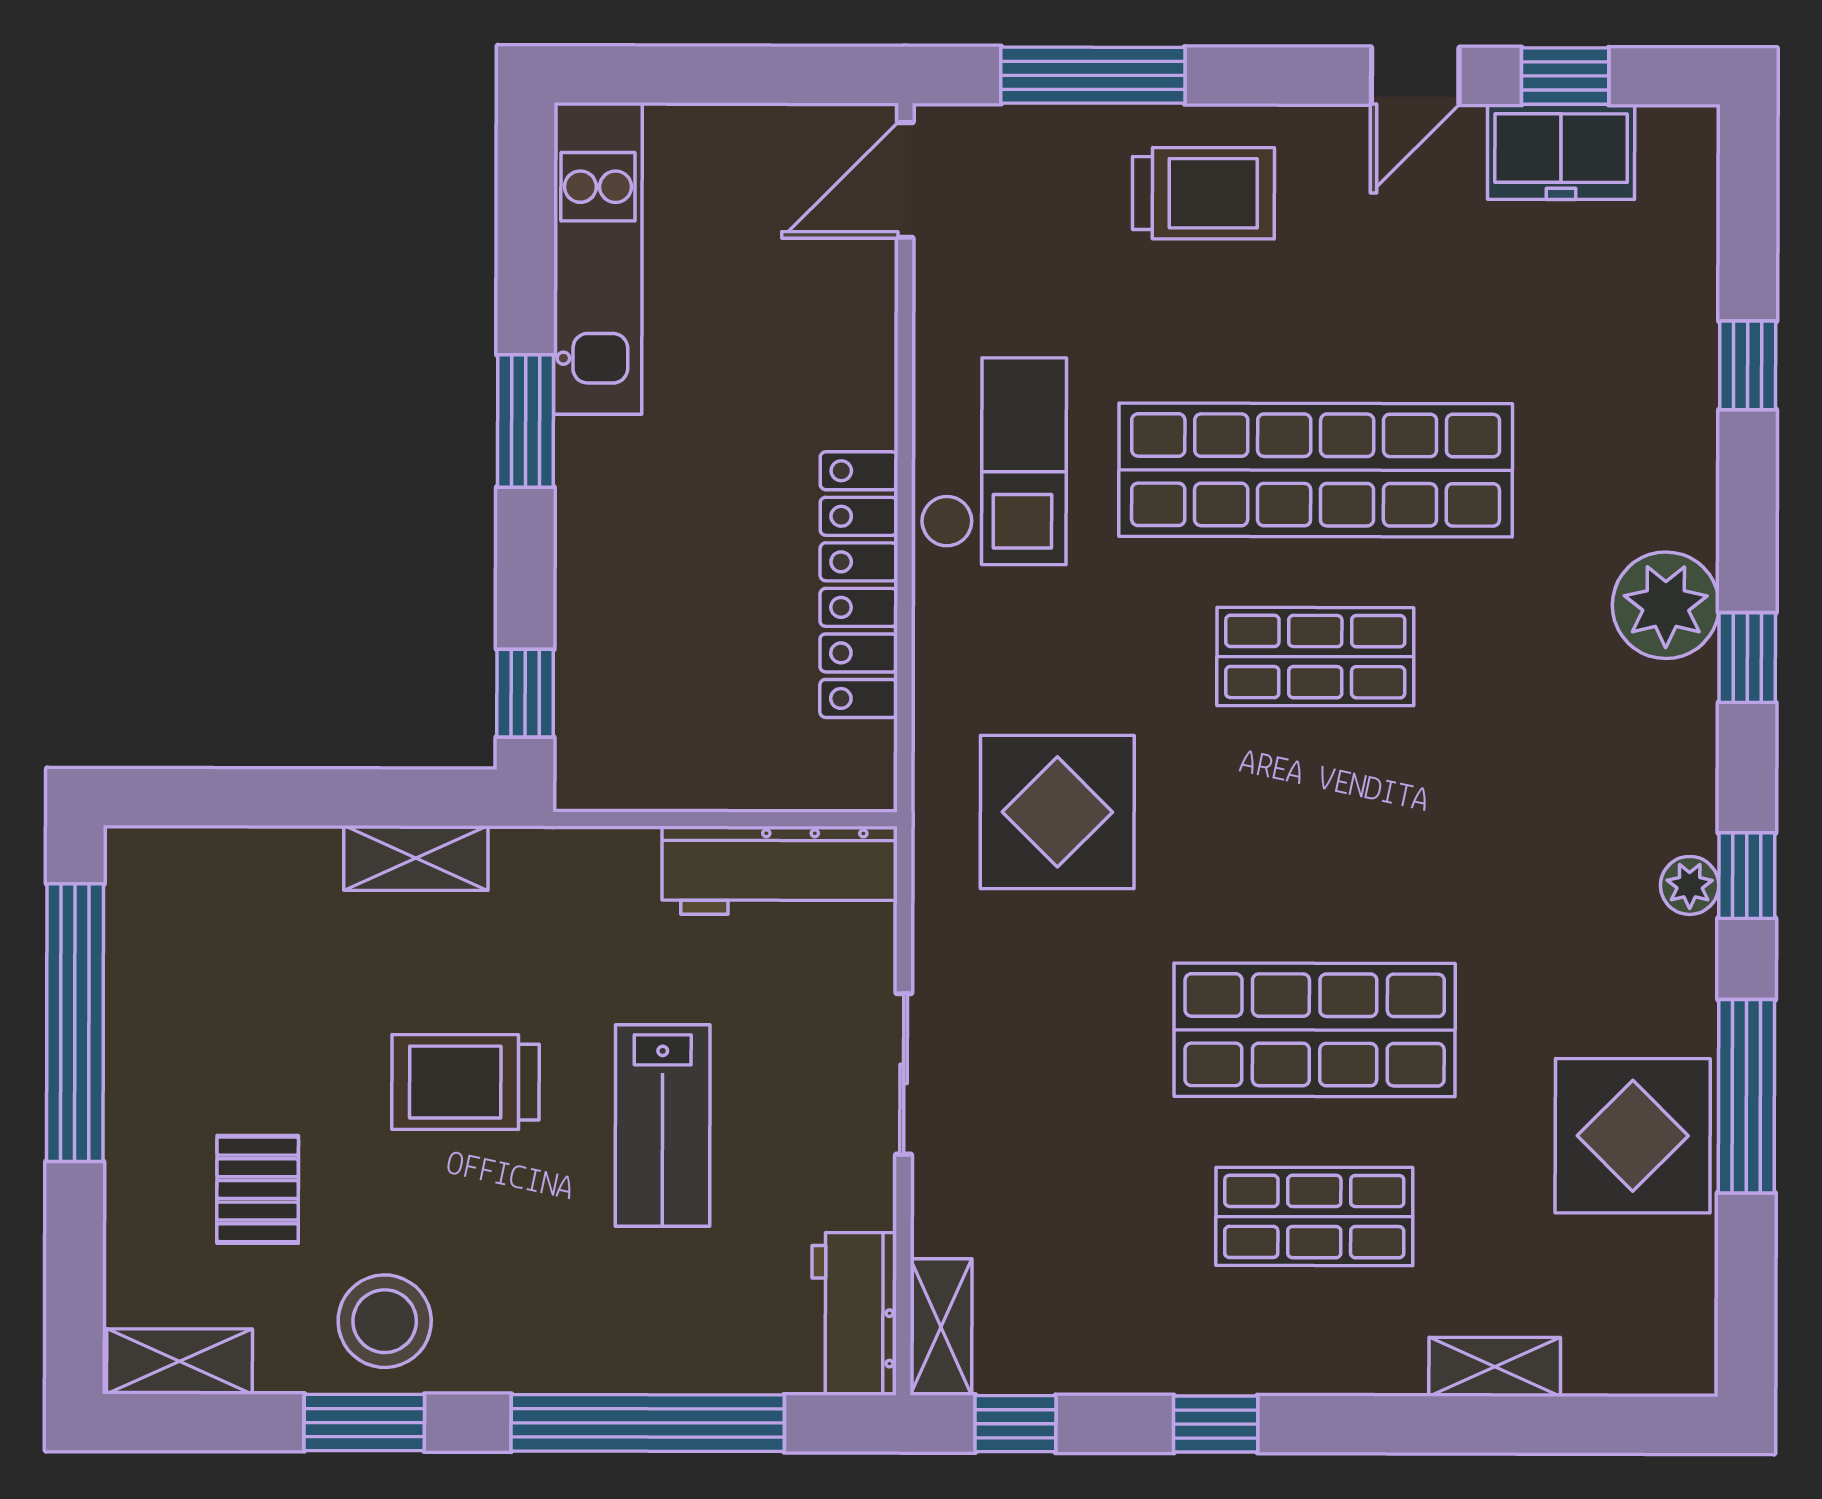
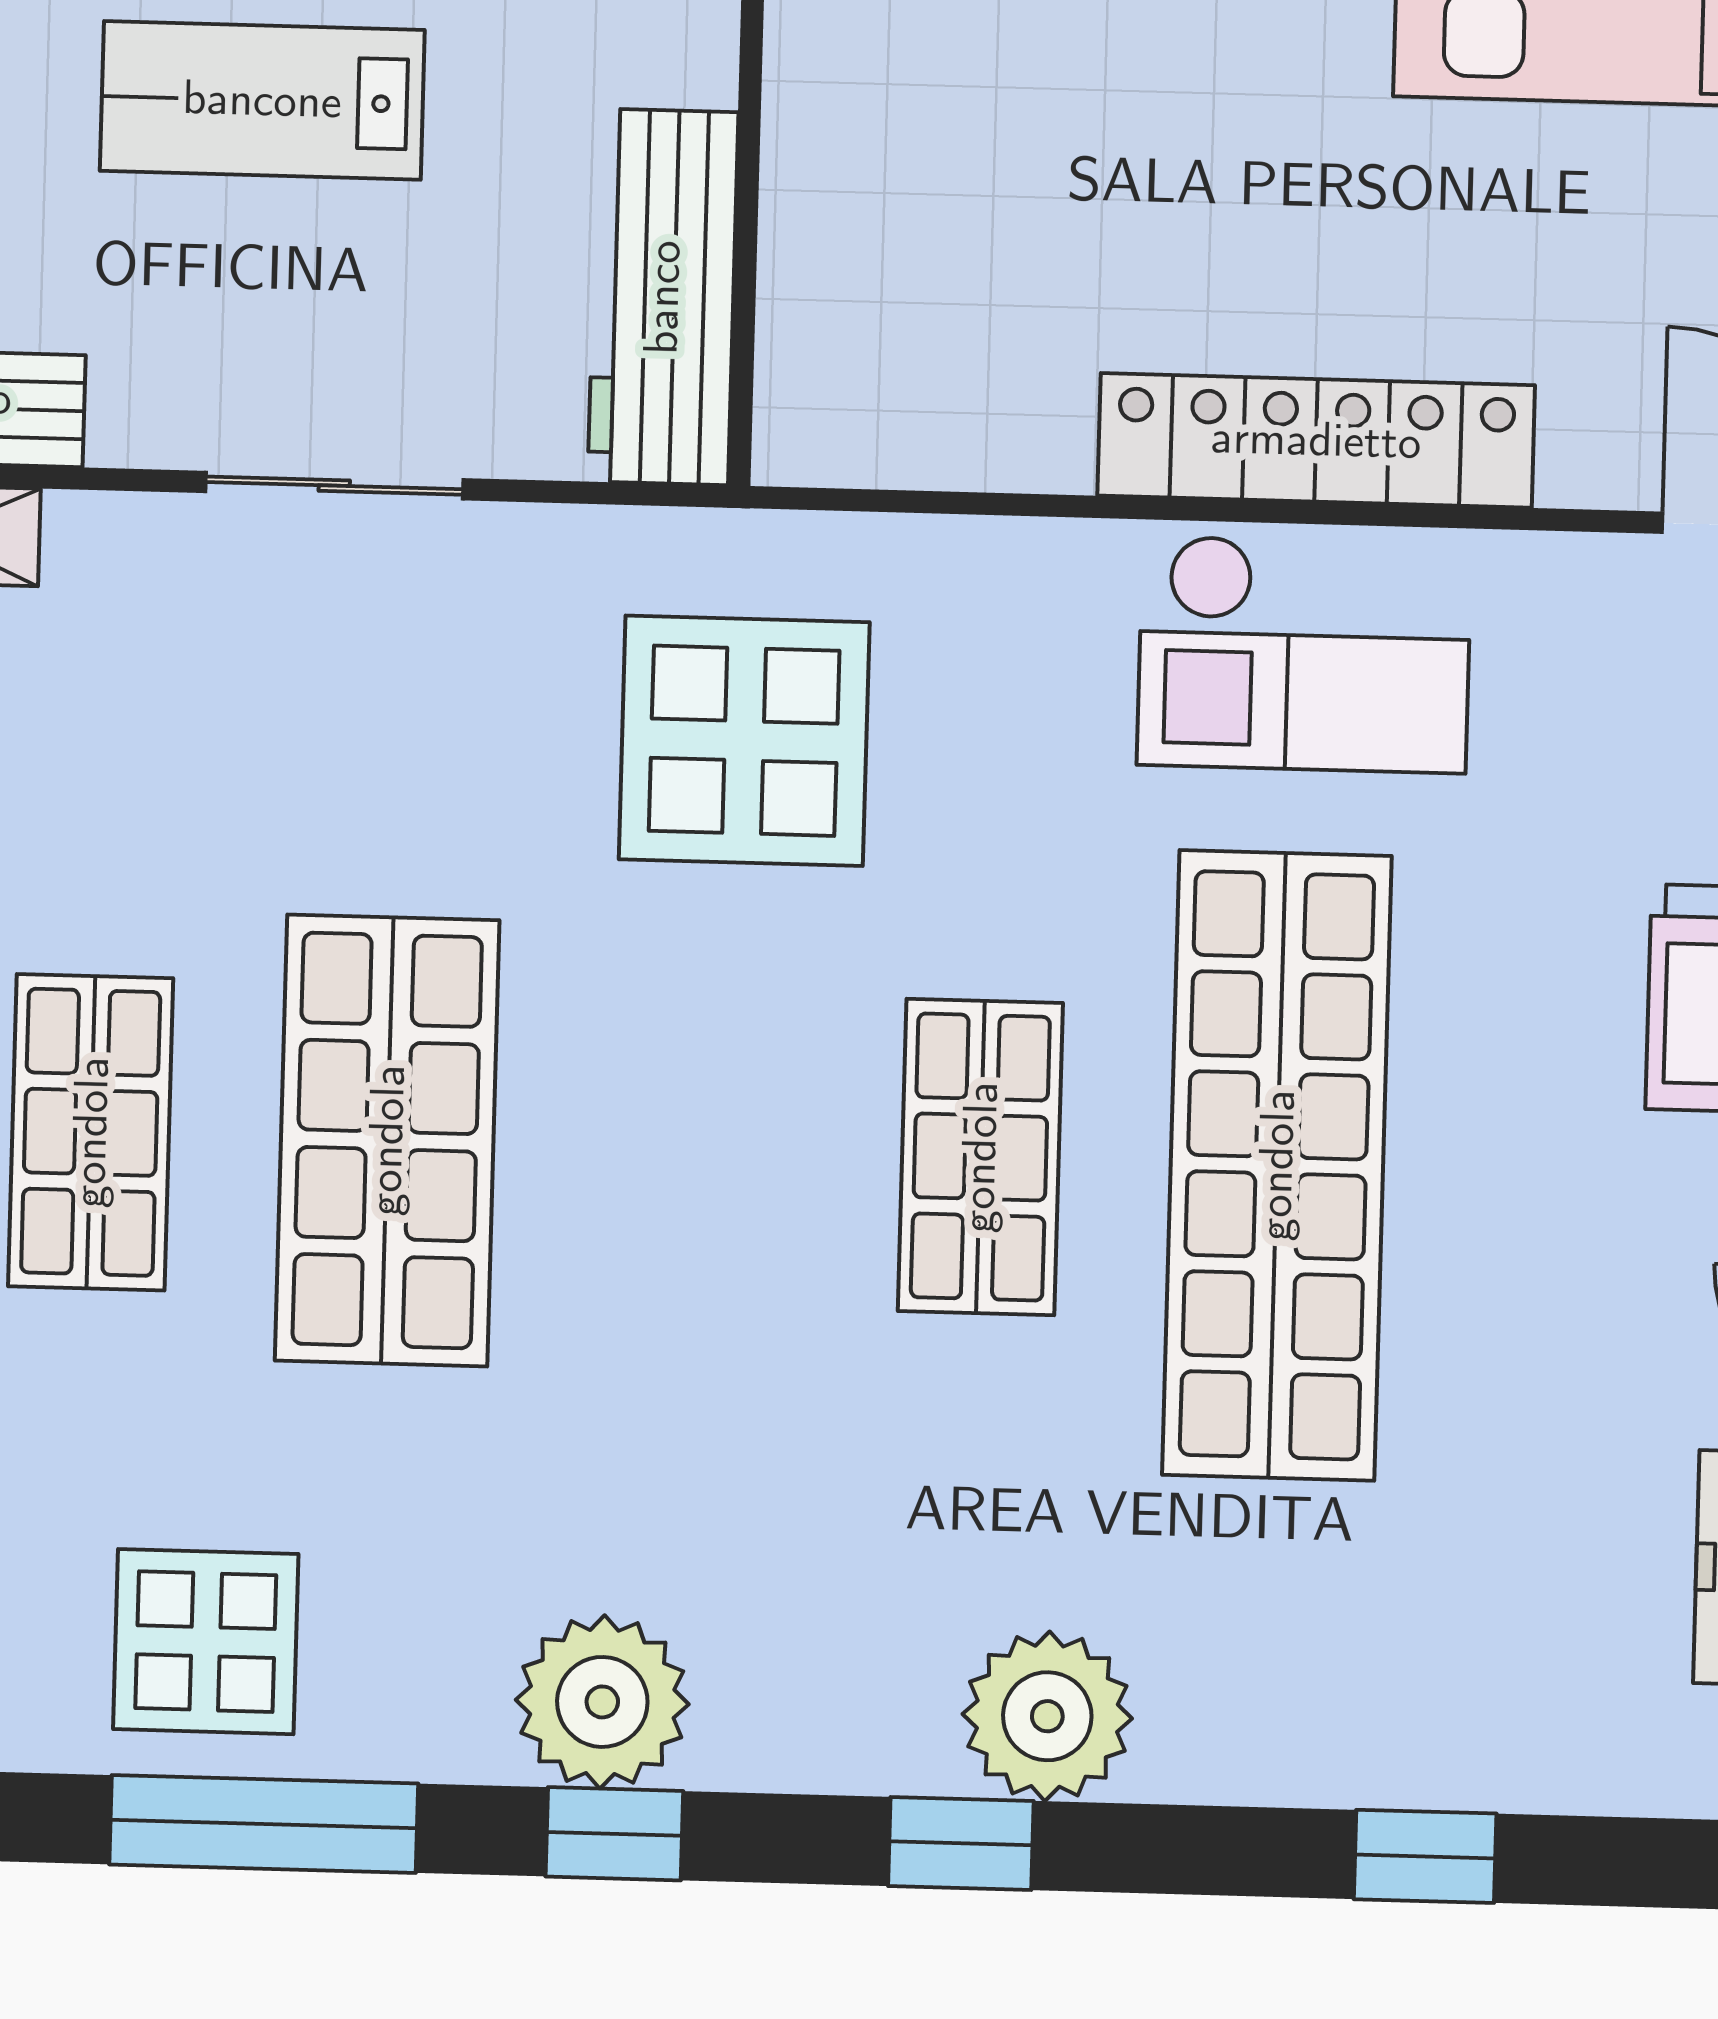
locker: (859, 585) -> (1316, 440), moved
plant: (1690, 885) -> (602, 1702), width x1.87, depth x1.87
display table: (1633, 1136) -> (206, 1642), width x0.73, depth x0.73

